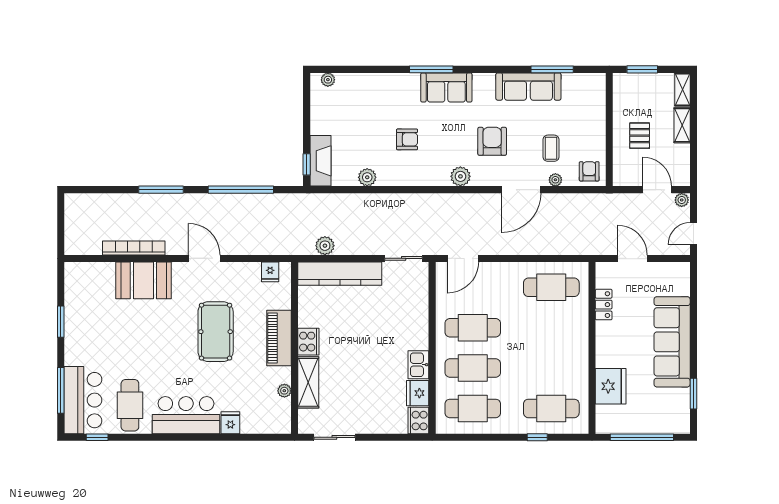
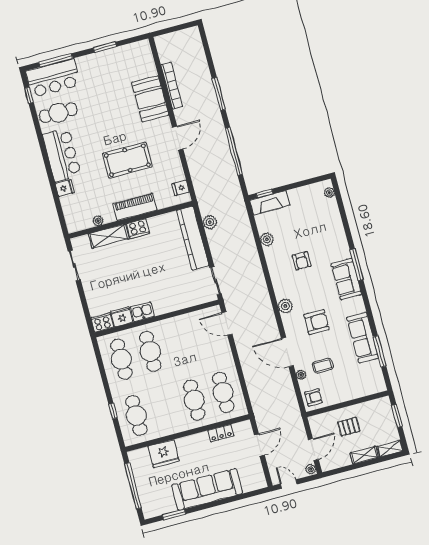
cafe table: (473, 328) -> (194, 400), moved

